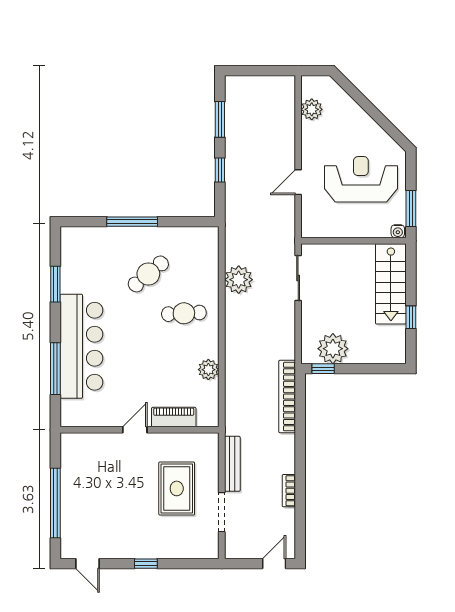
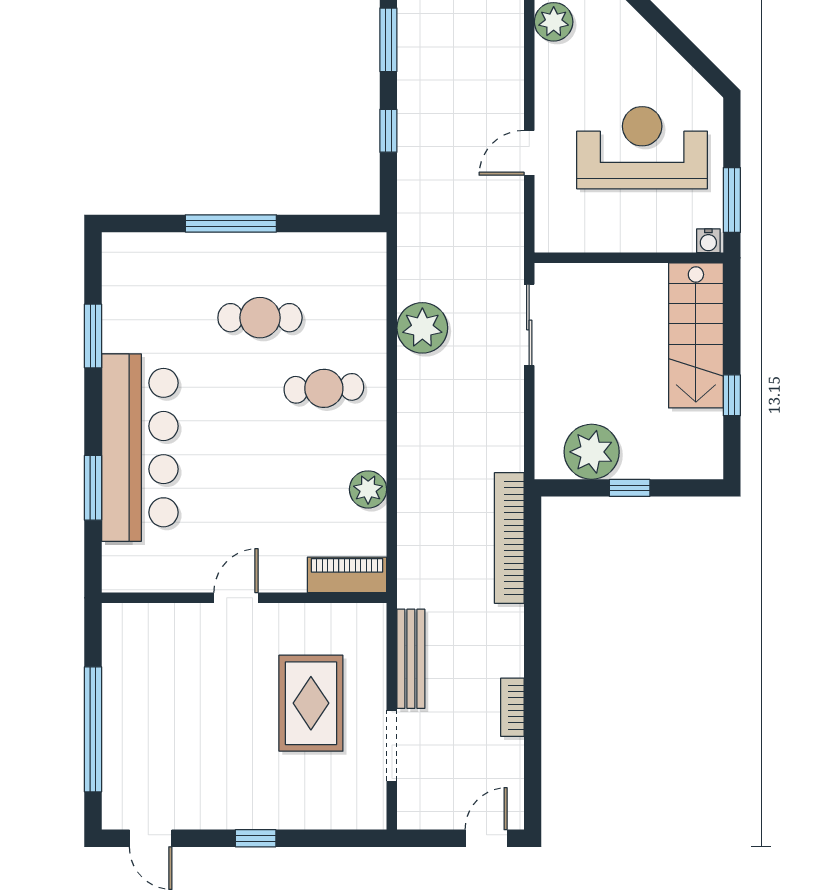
cafe table: (148, 274) -> (260, 318), turned 40
window: (55, 369) -> (93, 488), width x0.69
window: (323, 369) -> (630, 488), moved
piano: (174, 417) -> (347, 575), moved

